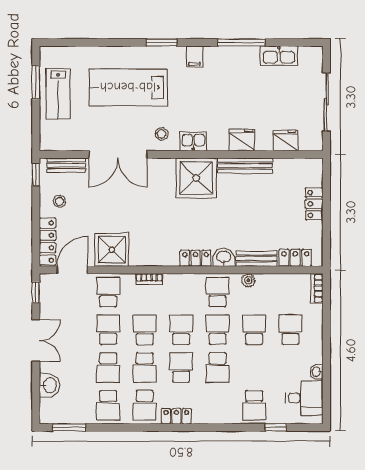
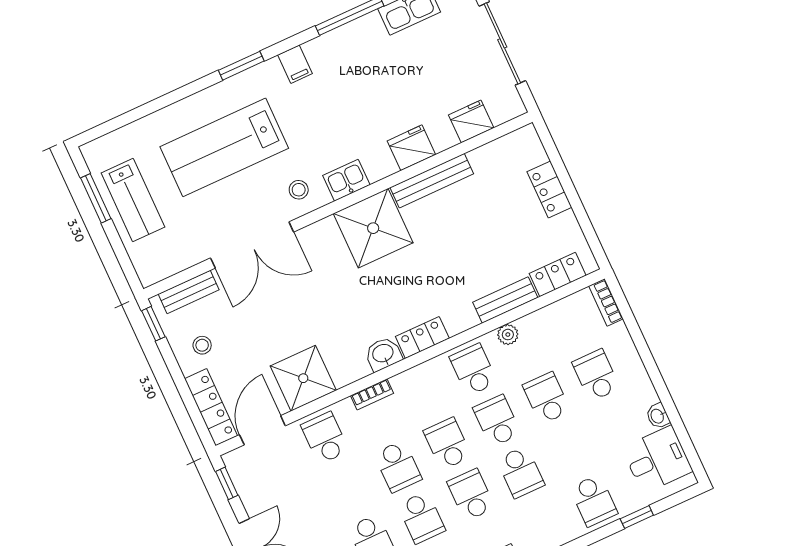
washbasin: (224, 257) -> (383, 354), moved
school desk: (108, 330) -> (348, 489), removed
school desk: (145, 330) -> (398, 466), turned 180

